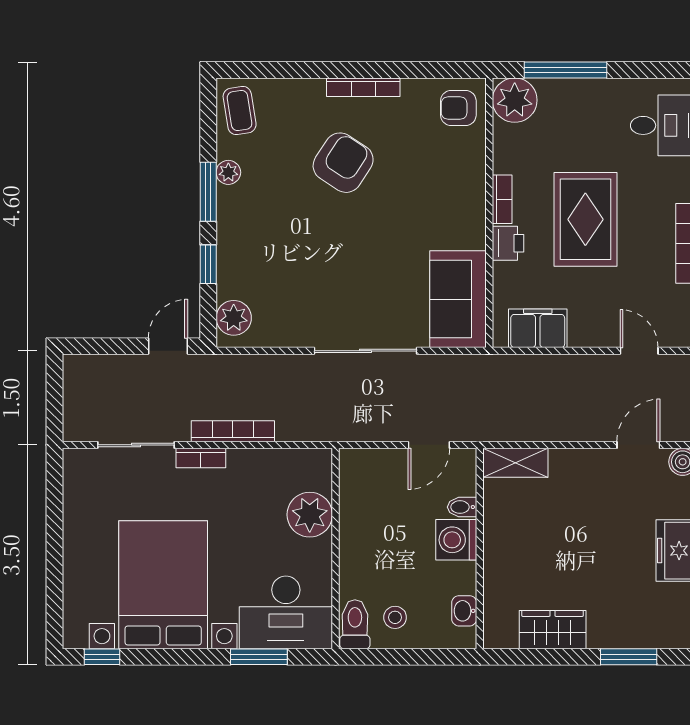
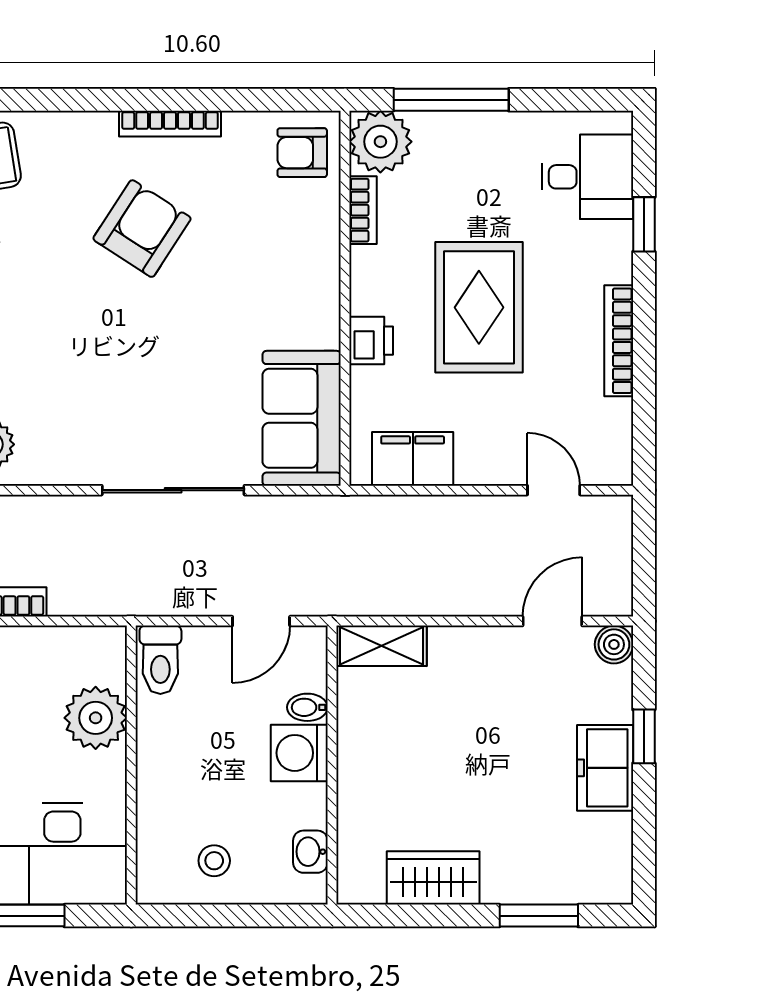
bookcase: (502, 199) -> (363, 210), moved
toilet: (355, 624) -> (160, 660), moved, turned 180

